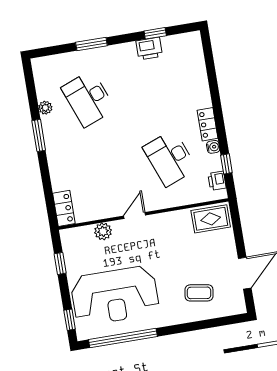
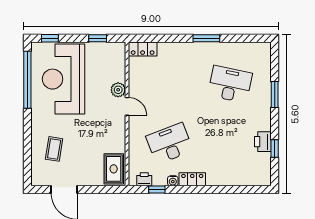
desk: (88, 99) -> (230, 84), turned 33
plant: (45, 108) -> (228, 48), removed
plant: (103, 231) -> (118, 90), moved

